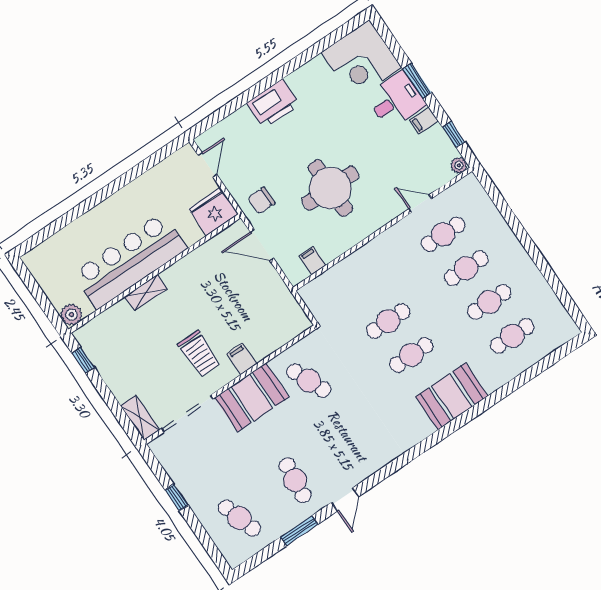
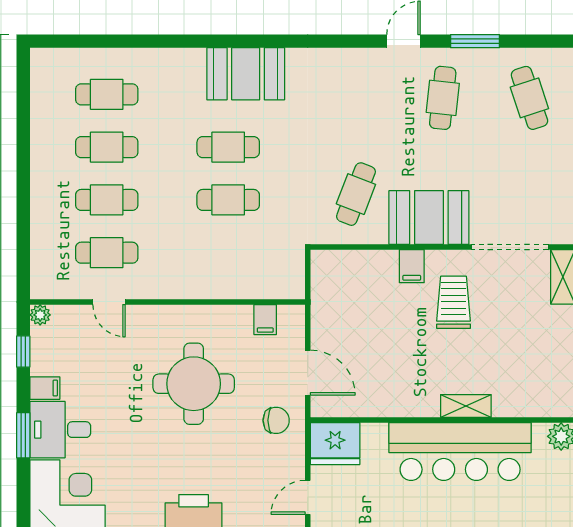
cafe table: (309, 381) -> (356, 194), turned 45
booth: (452, 396) -> (246, 74), moved

